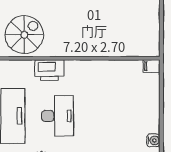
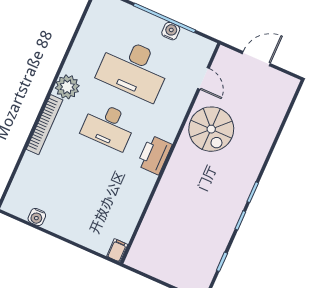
printer: (49, 70) -> (154, 155), moved

